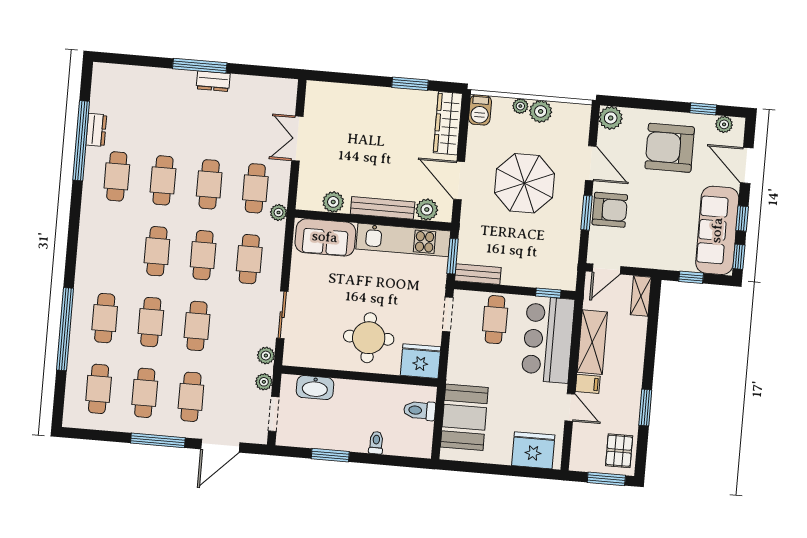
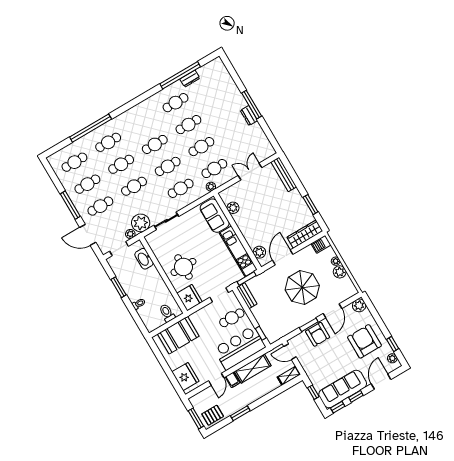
bench: (383, 208) -> (284, 174), moved
plant: (266, 356) -> (141, 223), width x1.87, depth x1.87

